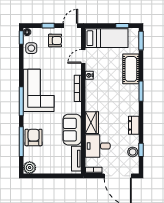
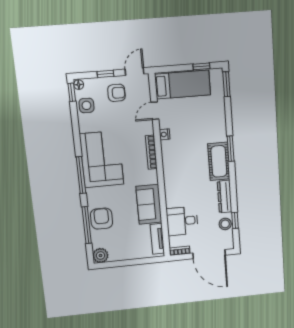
cot: (131, 69) -> (219, 161), moved
wardrobe: (92, 123) -> (173, 193), removed
dresser: (134, 125) -> (225, 197), width x1.44

